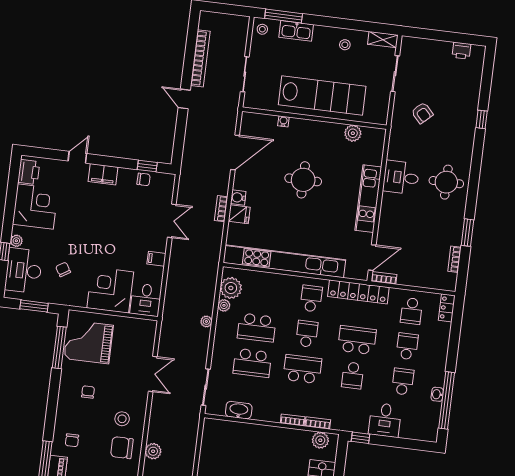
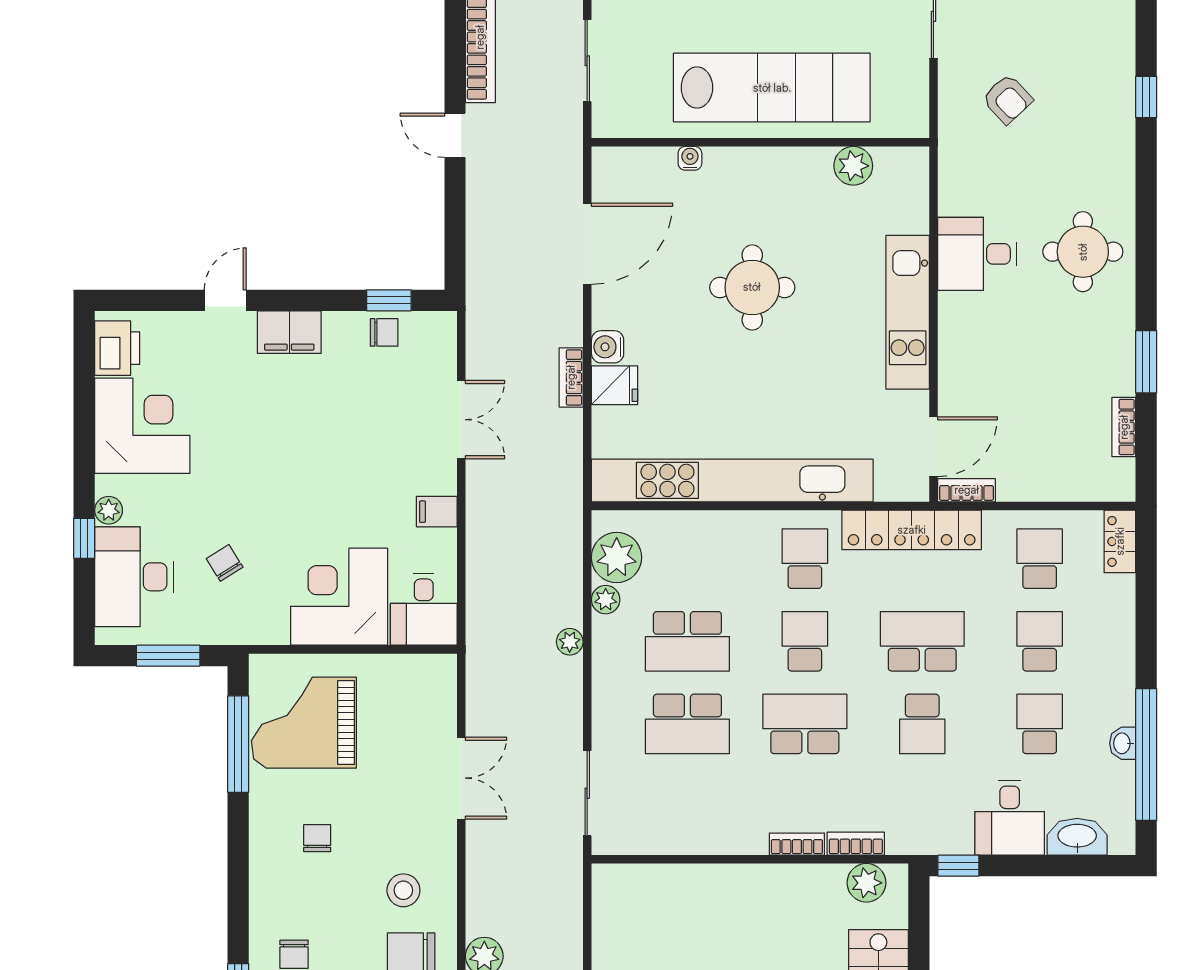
school desk: (412, 311) -> (1040, 559), turned 180
washbasin: (239, 410) -> (1077, 837), moved

